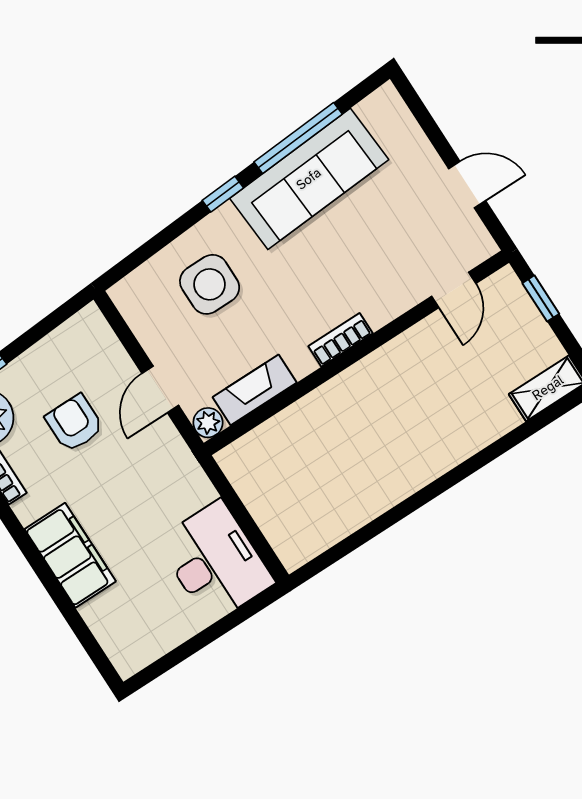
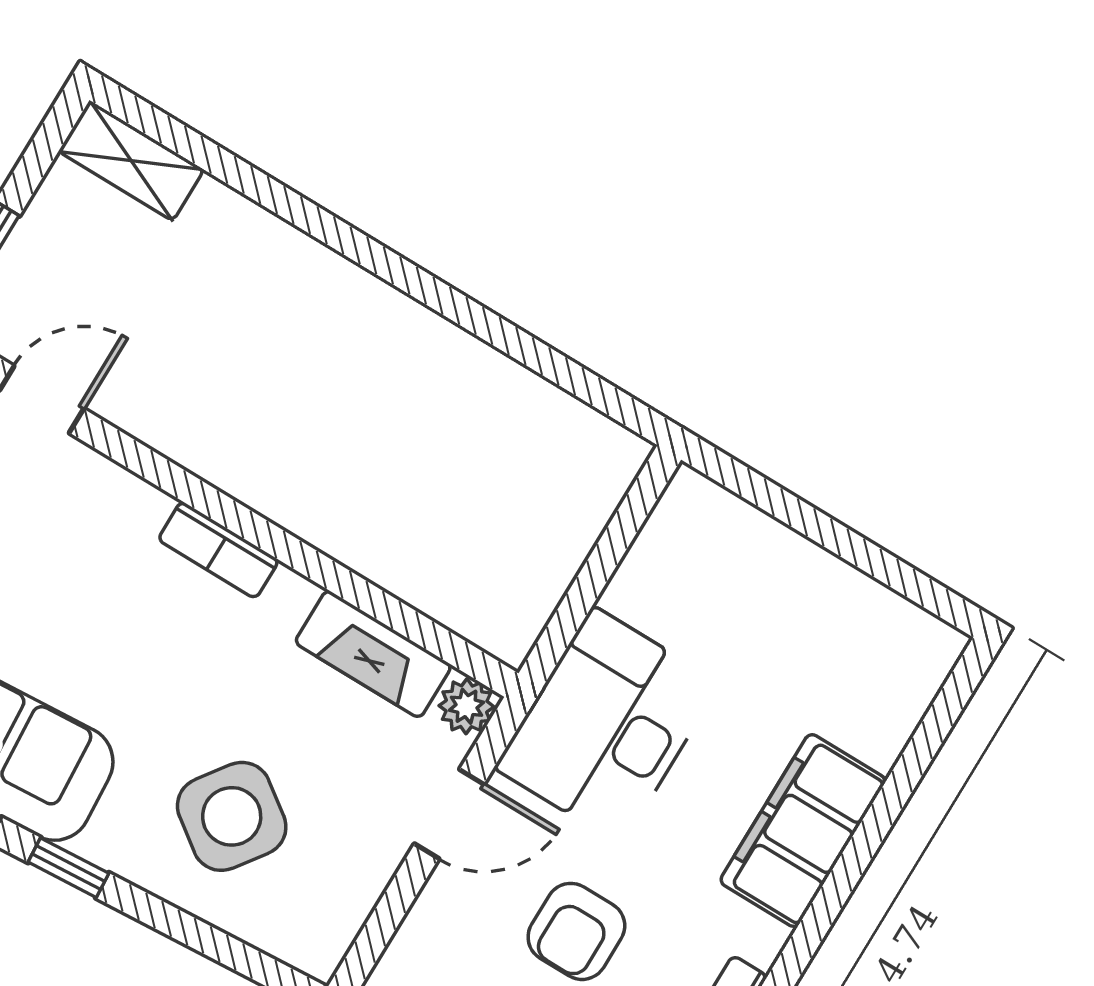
side table: (210, 284) -> (232, 816), turned 36
desk: (215, 562) -> (607, 726), moved

